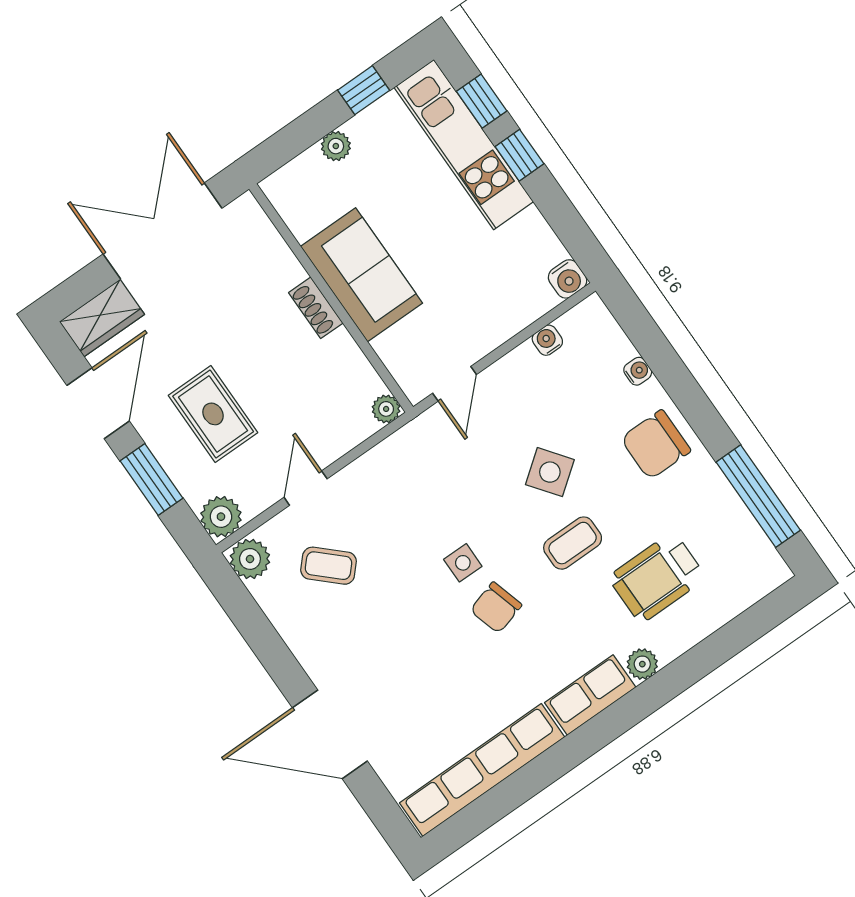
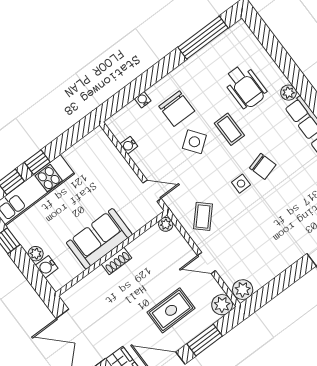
water cooler: (568, 279) -> (47, 267), moved, turned 180
chair: (656, 445) -> (177, 109), moved
coffee table: (329, 566) -> (203, 216), moved

